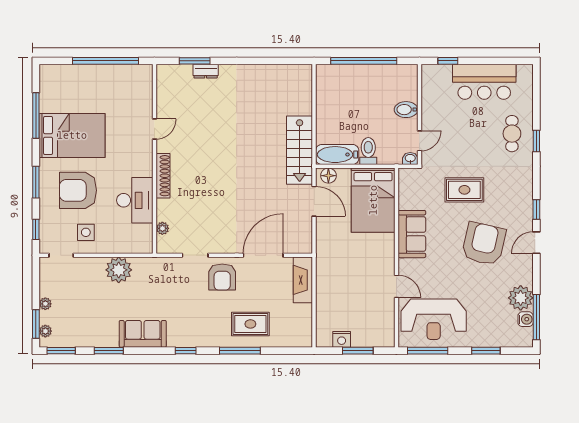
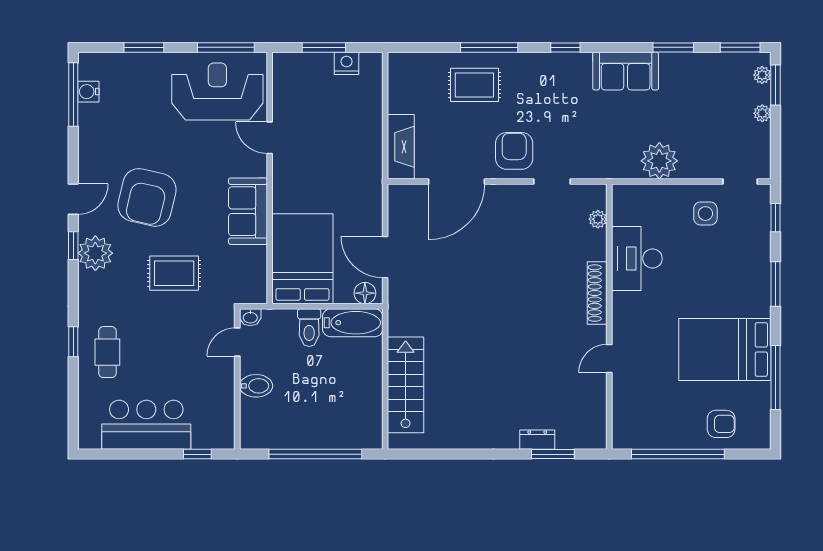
stairs: (300, 150) -> (406, 385), moved
armchair: (78, 190) -> (721, 424), moved, width x0.53, depth x0.53
plant: (521, 298) -> (95, 253), moved

